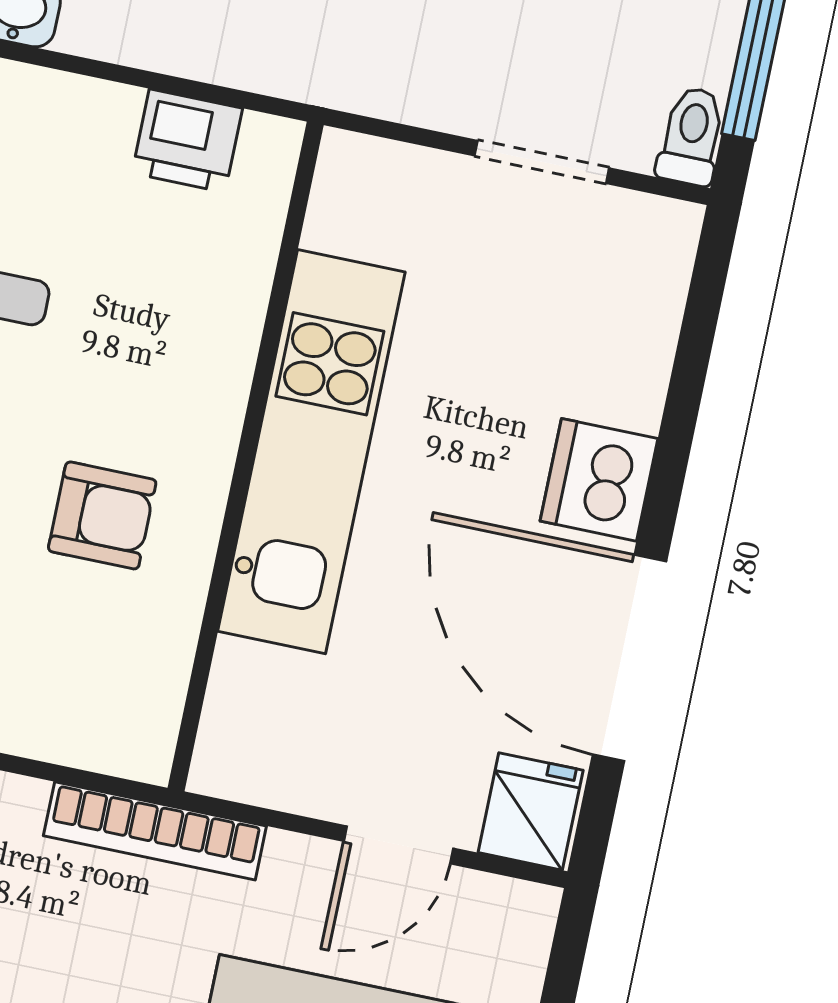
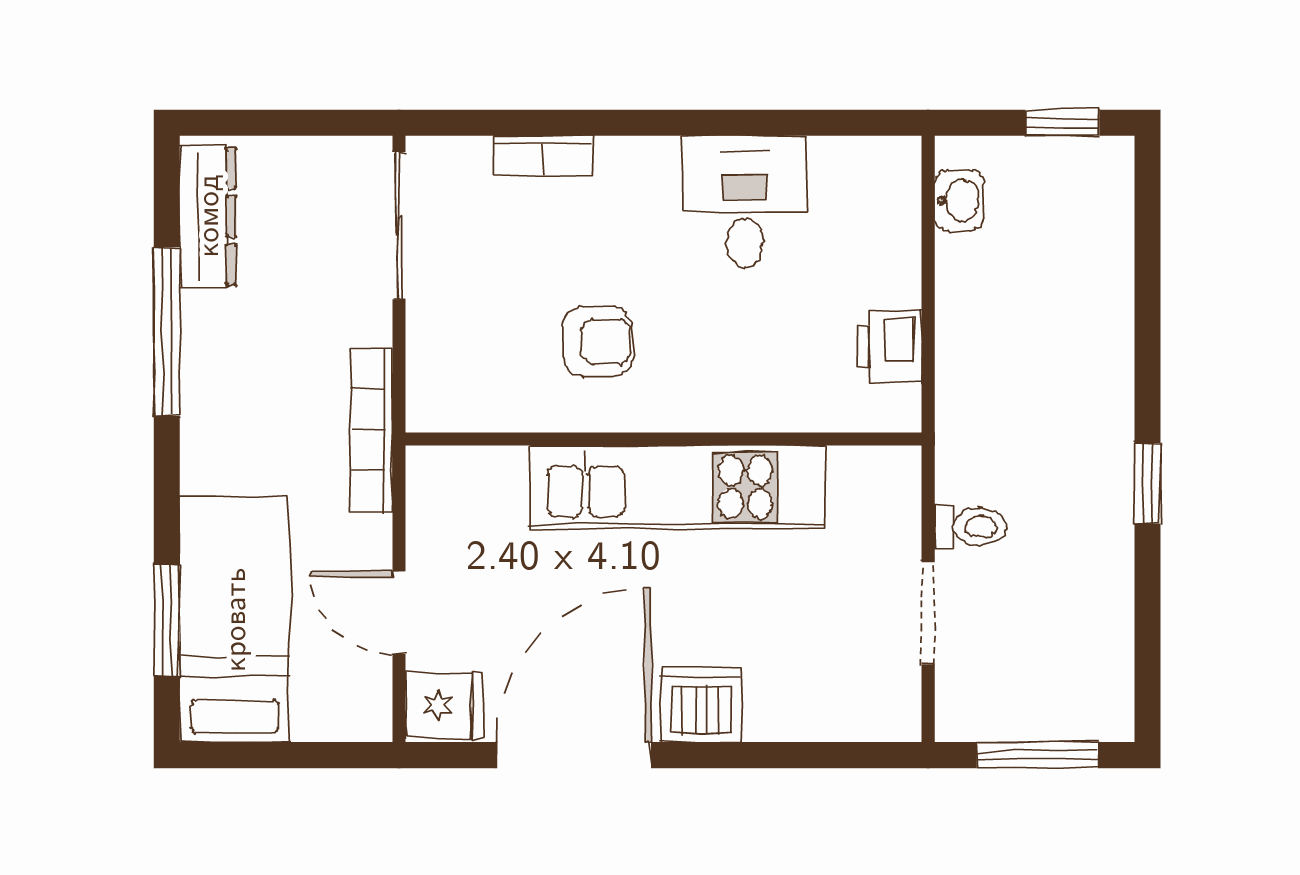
toilet: (691, 136) -> (970, 527), moved
armchair: (102, 515) -> (597, 342), turned -90

